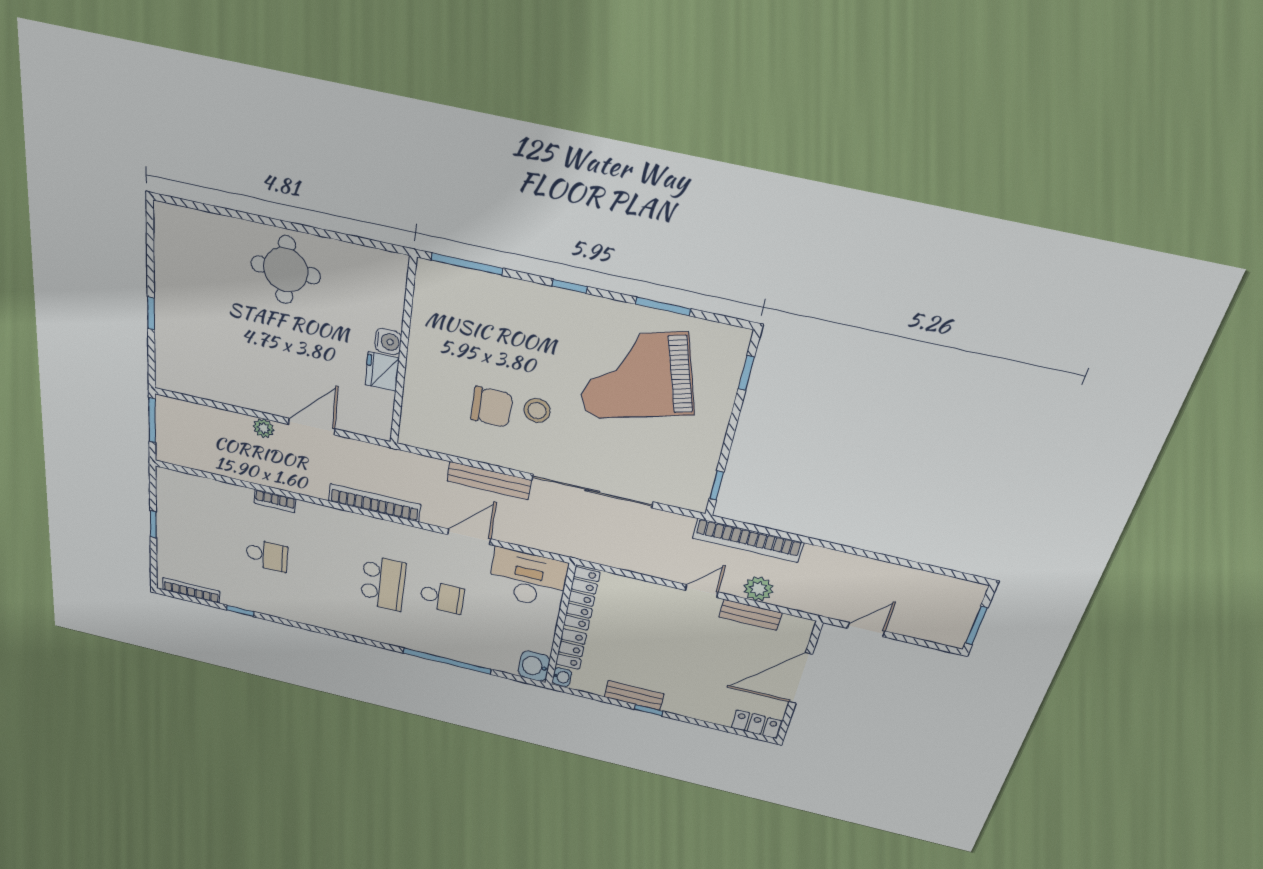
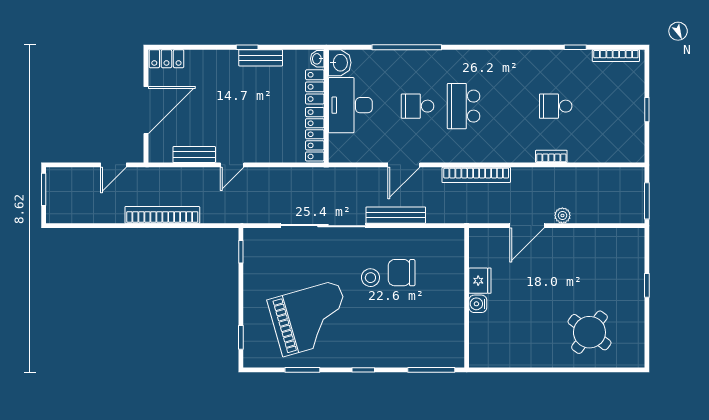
round table: (286, 270) -> (589, 332), moved, turned 37
bookcase: (748, 540) -> (162, 215), moved
desk: (528, 578) -> (350, 105), moved, turned 90
plant: (758, 589) -> (194, 178), removed

